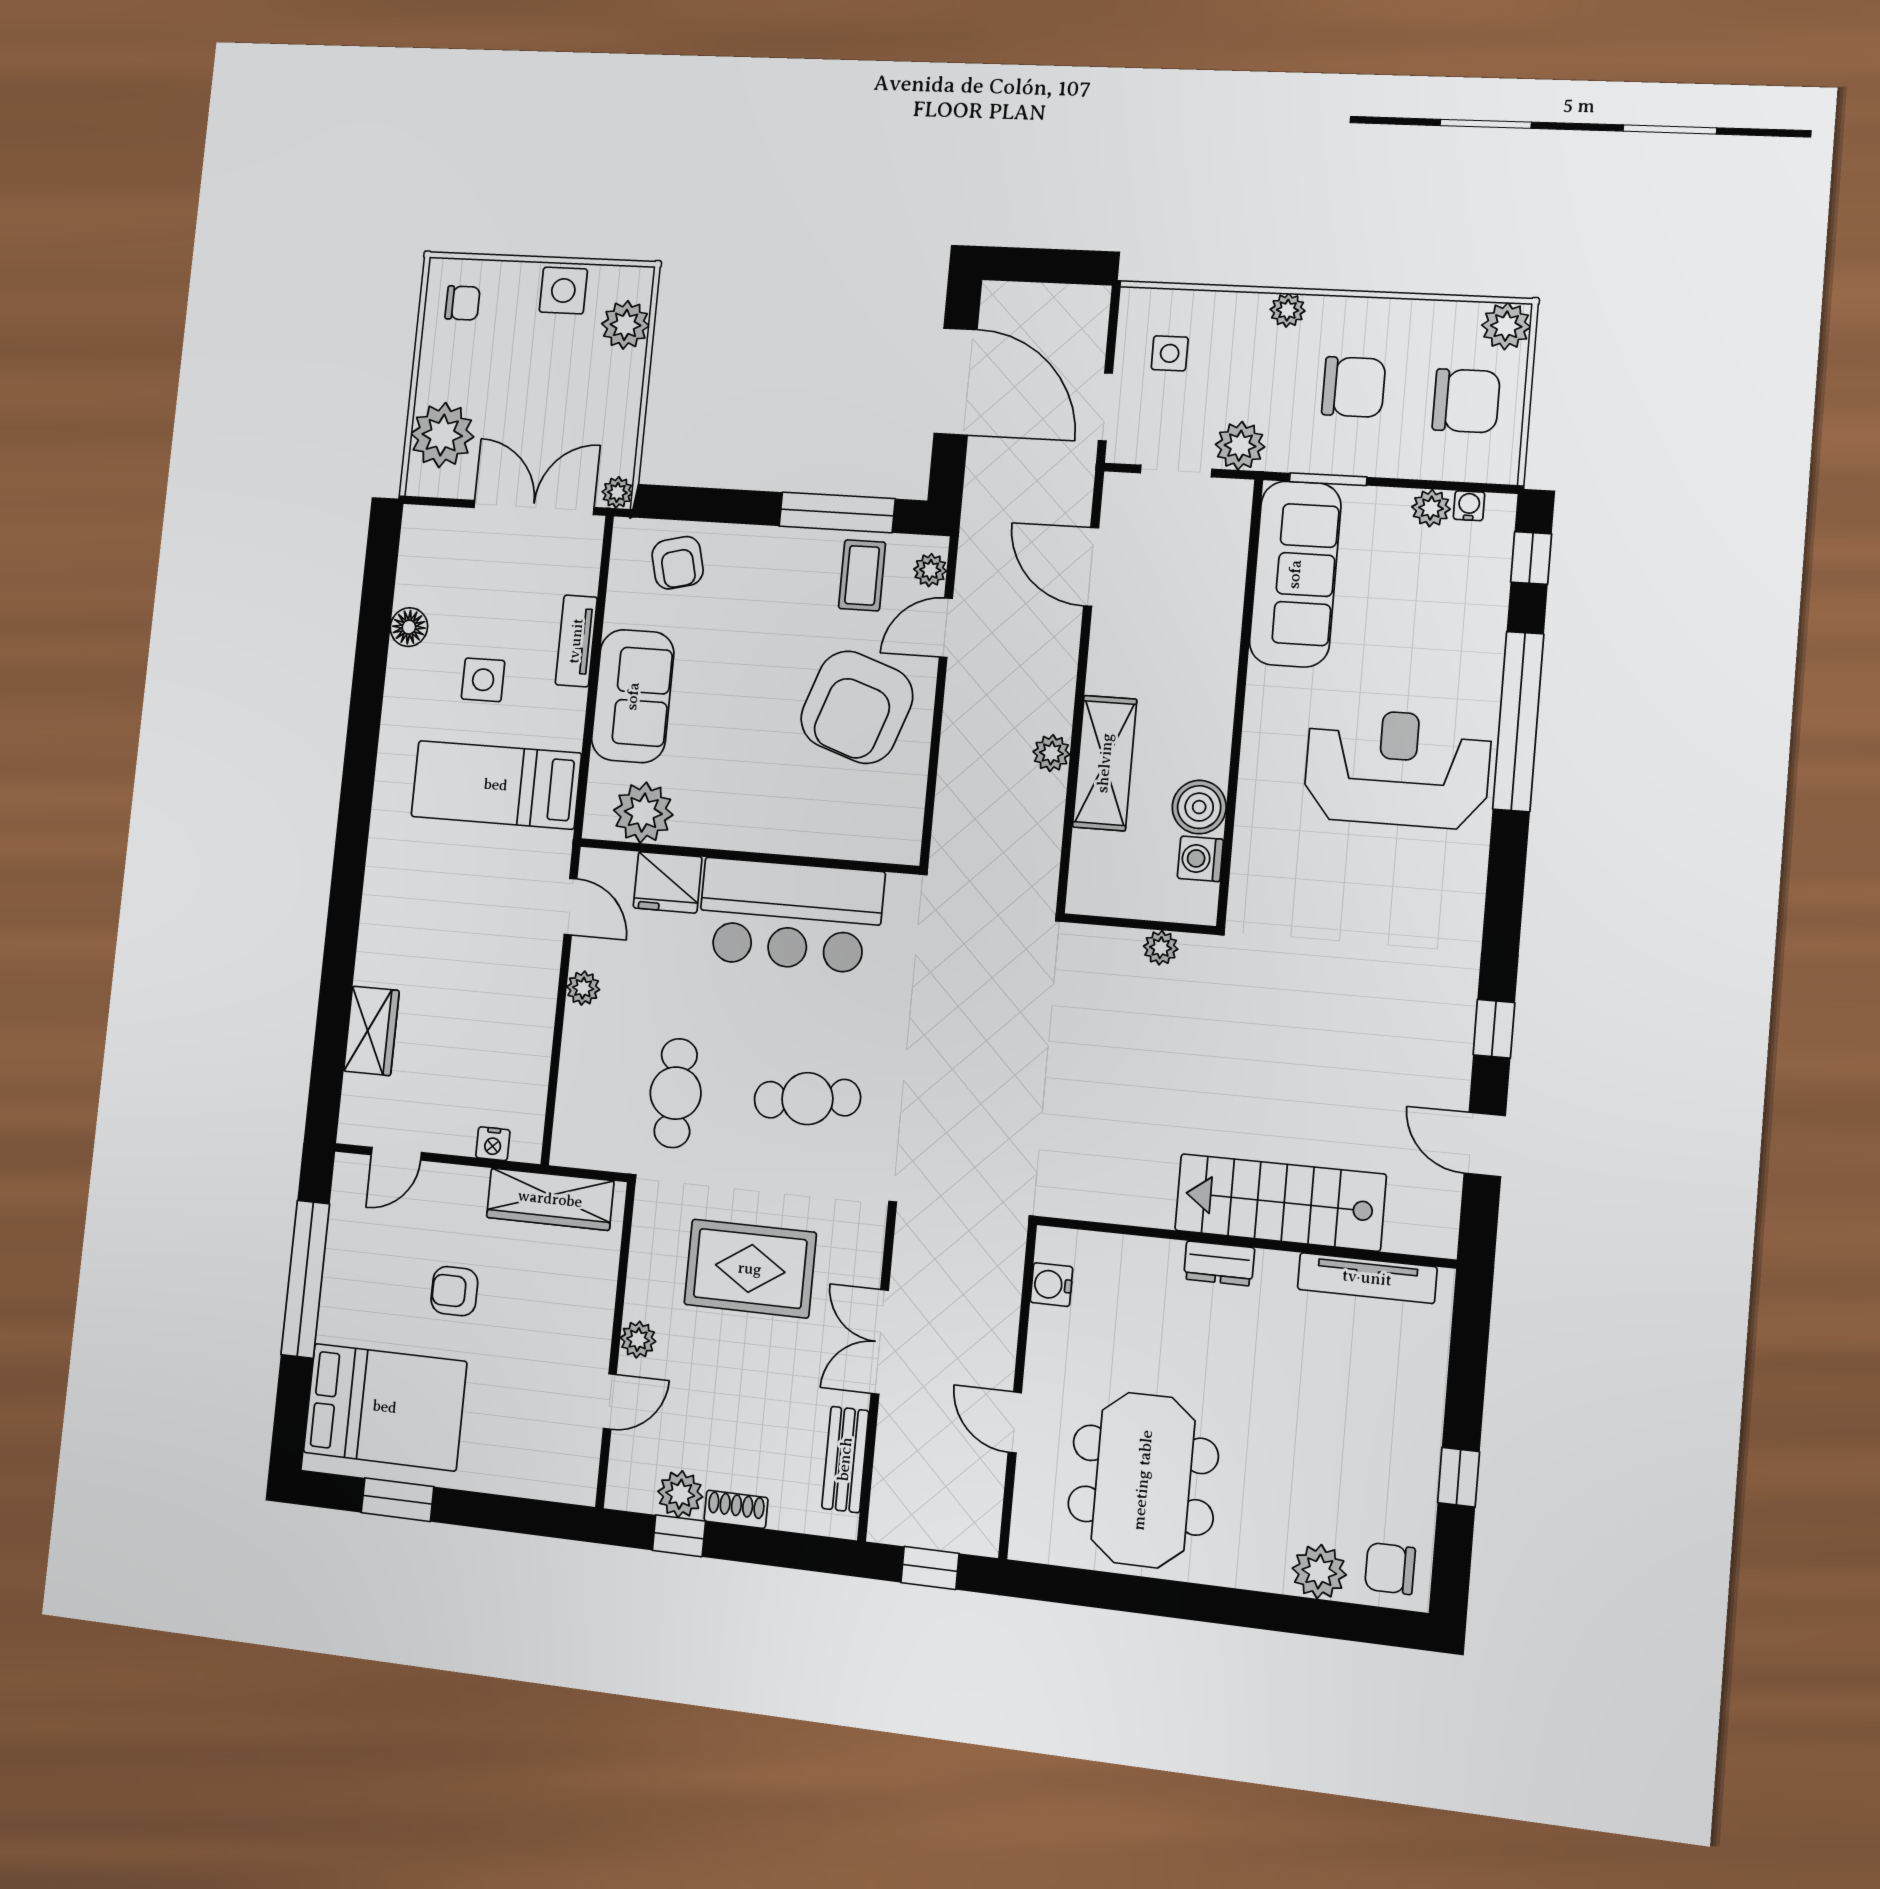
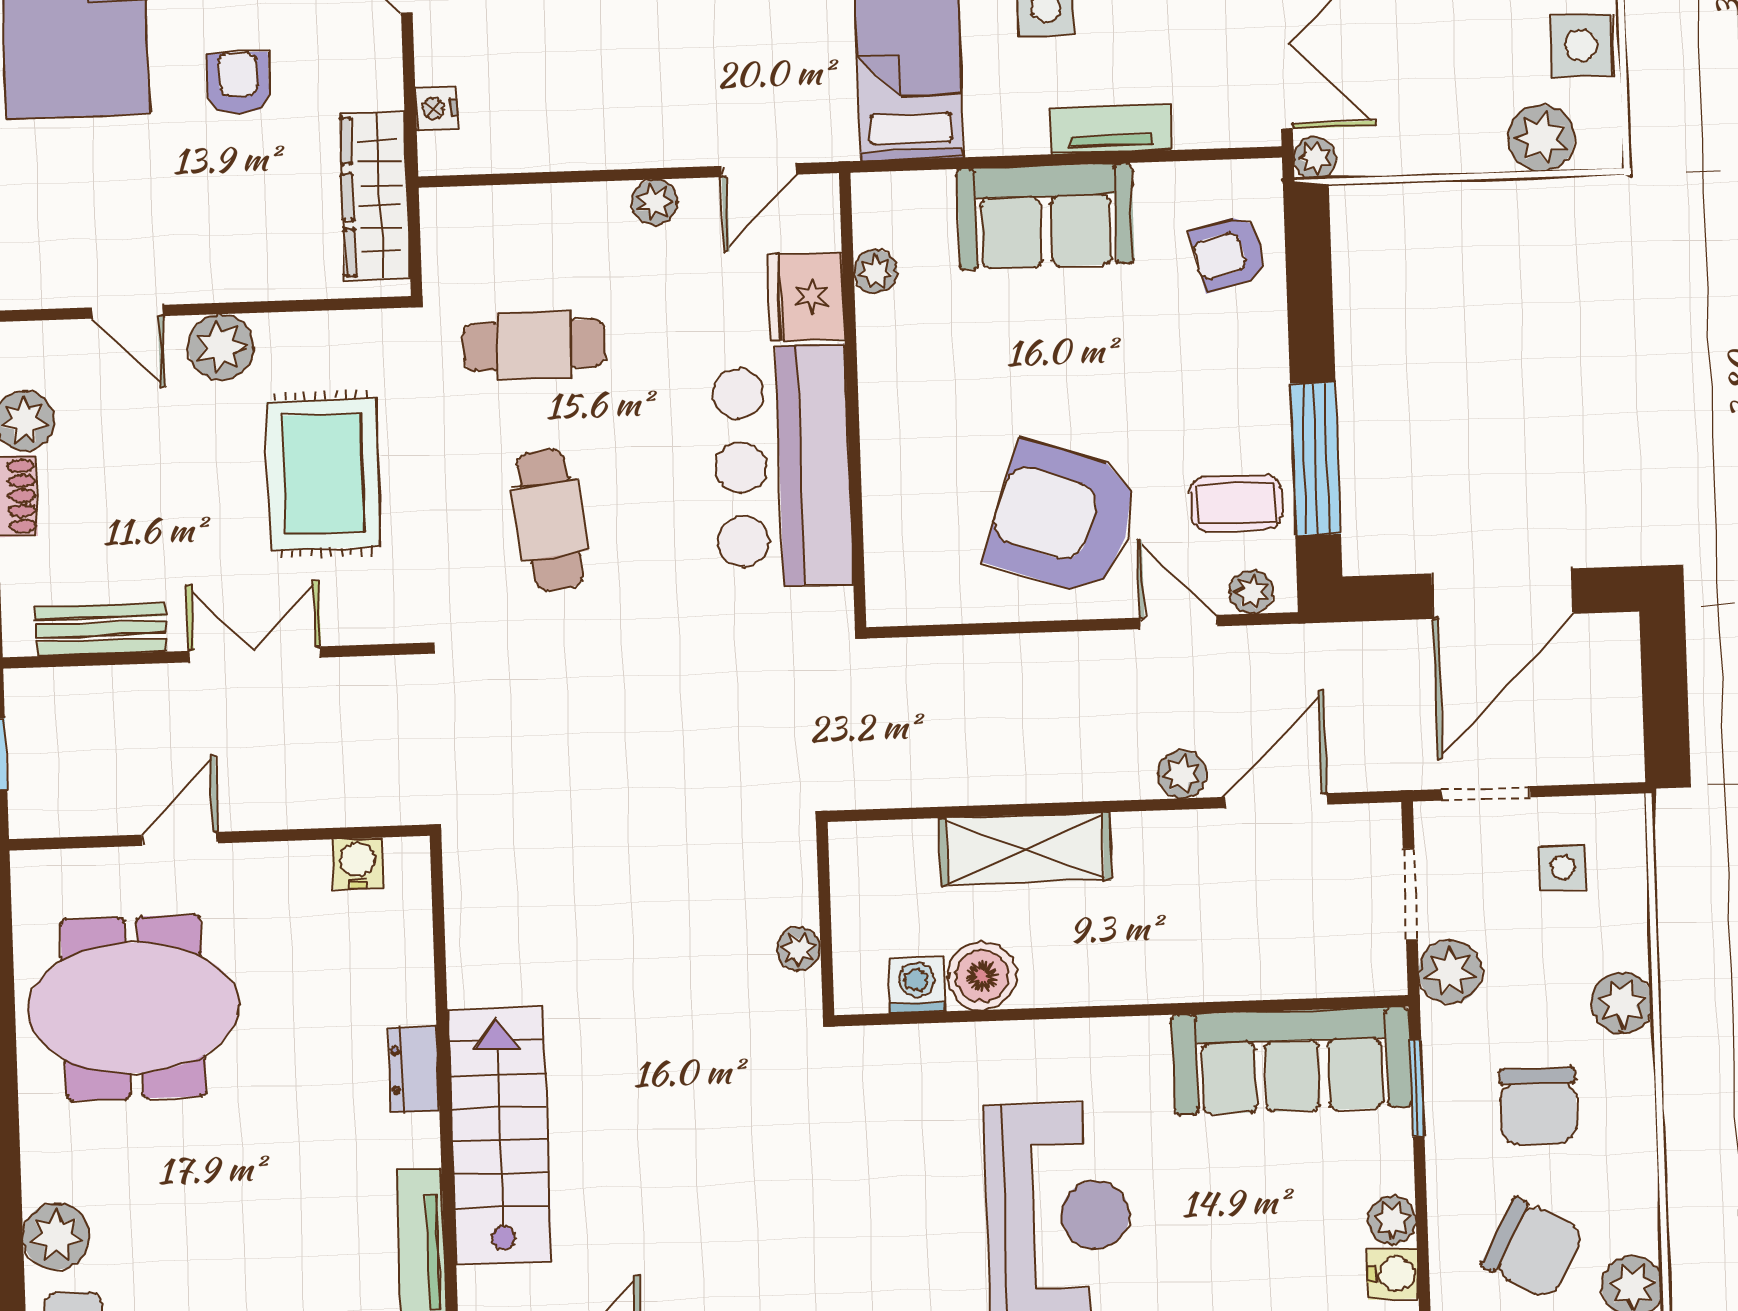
plant: (1288, 310) -> (1622, 1003), width x1.38, depth x1.38
chair: (1466, 401) -> (1533, 1248), turned -62
water cooler: (1469, 506) -> (1393, 1274), width x1.38, depth x1.38
plant: (1051, 753) -> (1182, 774), moved
plant: (643, 813) -> (875, 271), width x0.53, depth x0.53
plant: (638, 1340) -> (221, 347), width x1.38, depth x1.38

